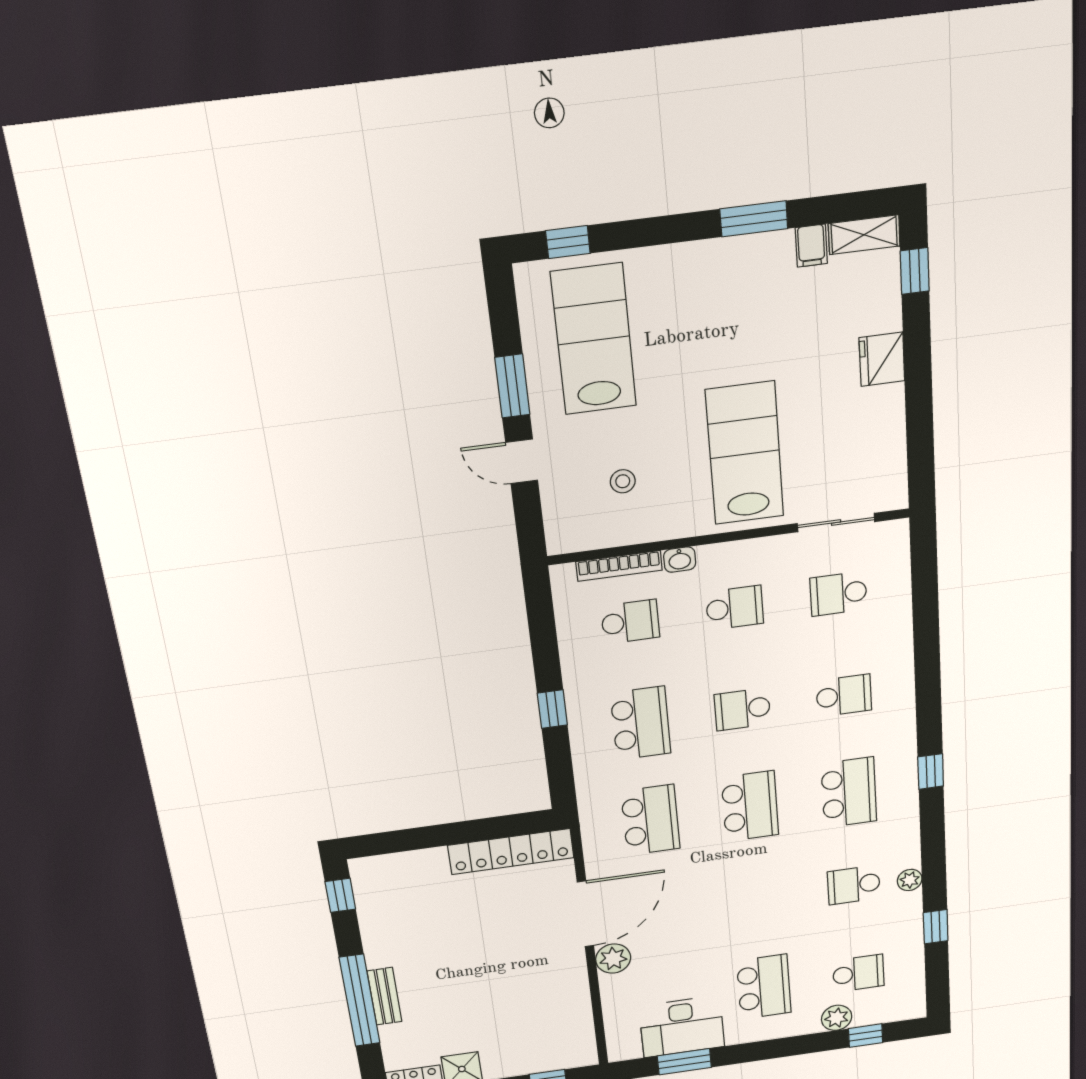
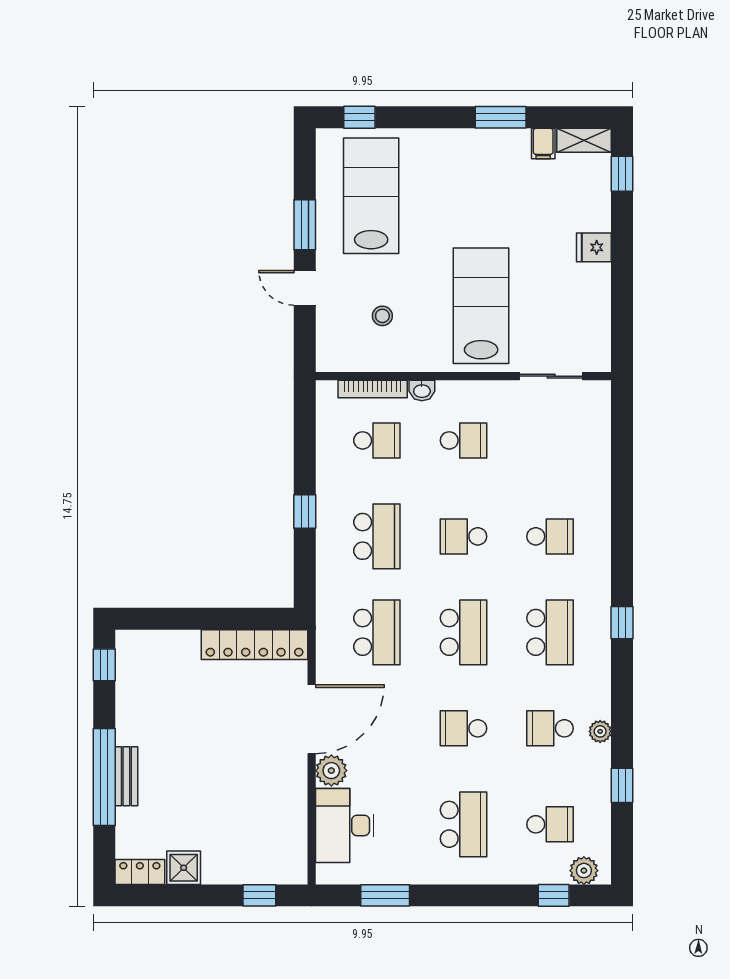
fridge: (882, 359) -> (594, 247), width x0.72
school desk: (838, 594) -> (463, 728), moved
plant: (837, 1018) -> (584, 871), moved
desk: (682, 1026) -> (345, 825), moved, turned 90

